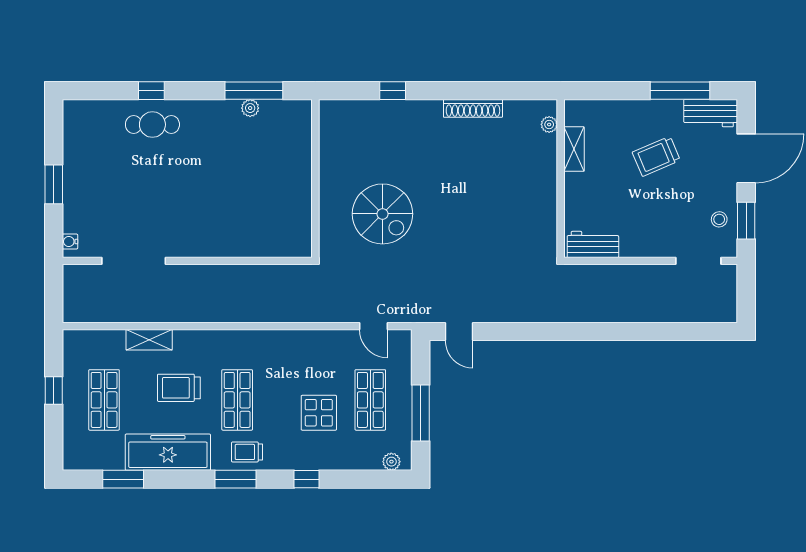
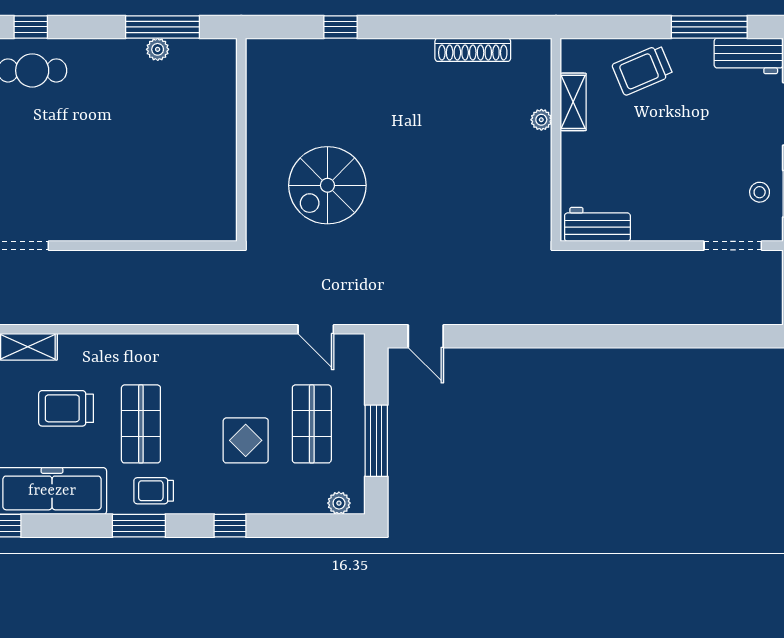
shoe rack: (473, 108) -> (473, 50), moved
plant: (549, 124) -> (541, 120), moved
trolley: (656, 156) -> (642, 70), moved
spiral stairs: (382, 214) -> (327, 185), turned 90

